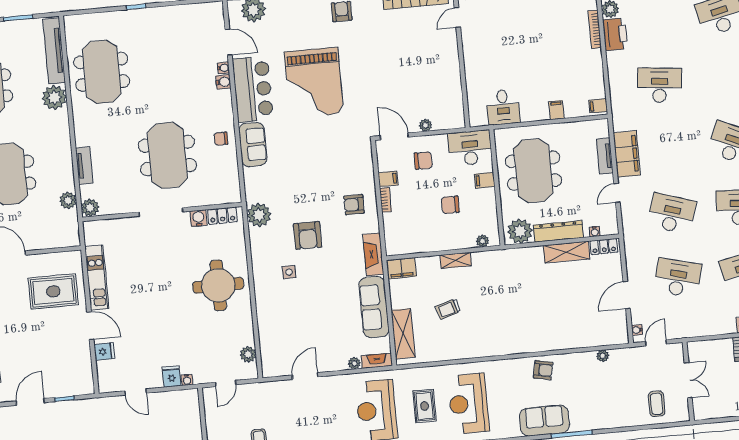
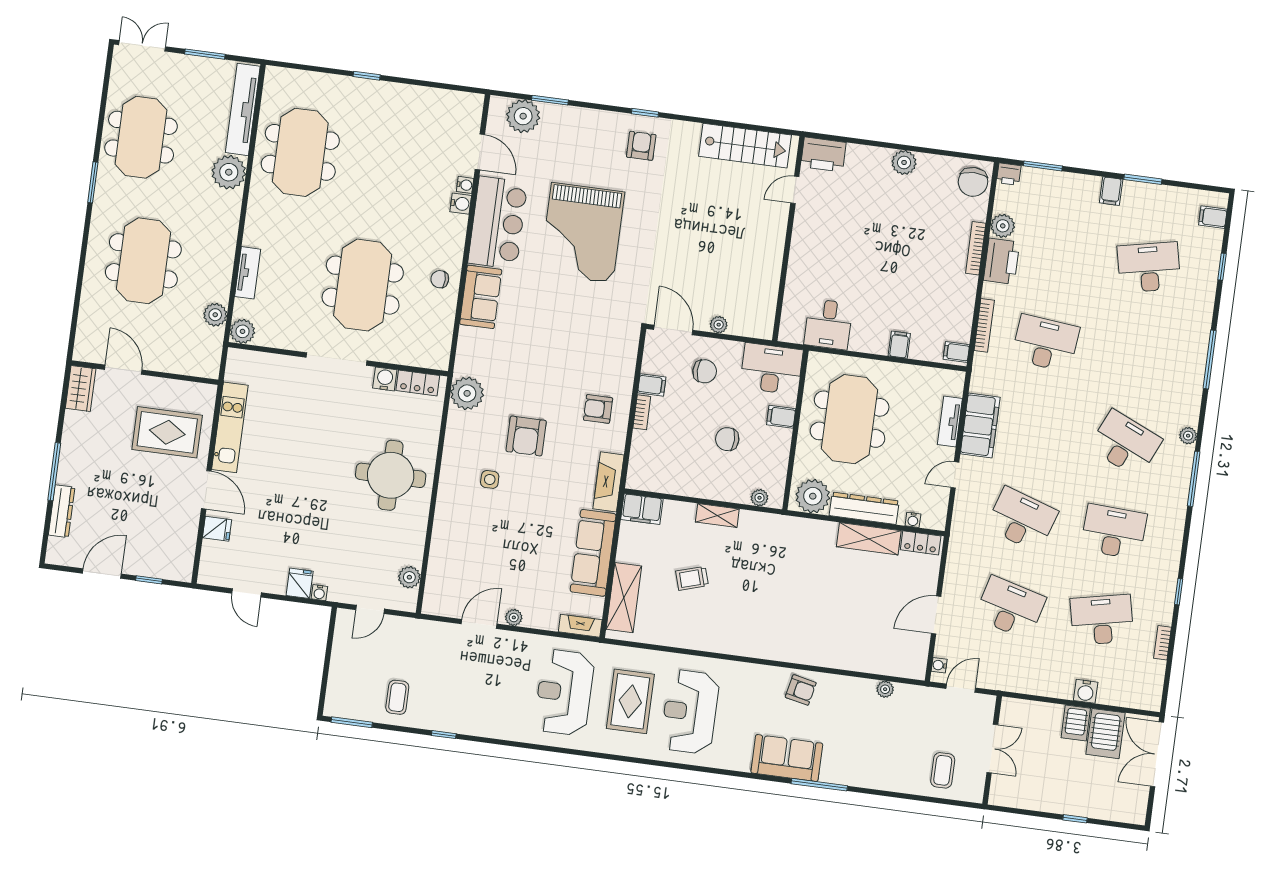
bookcase: (613, 82) -> (984, 325), added
plant: (354, 363) -> (514, 617), moved
rug: (425, 406) -> (630, 701), width x1.36, depth x1.43

